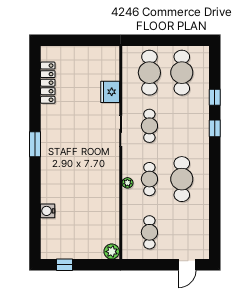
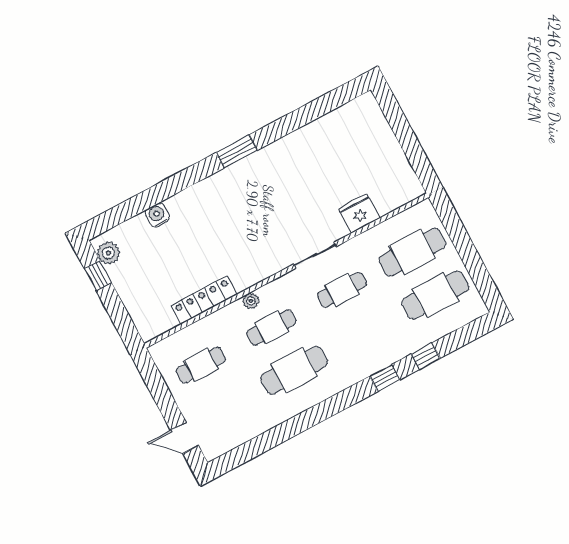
locker: (48, 83) -> (204, 300), moved, turned 180
plant: (112, 252) -> (108, 253), moved

